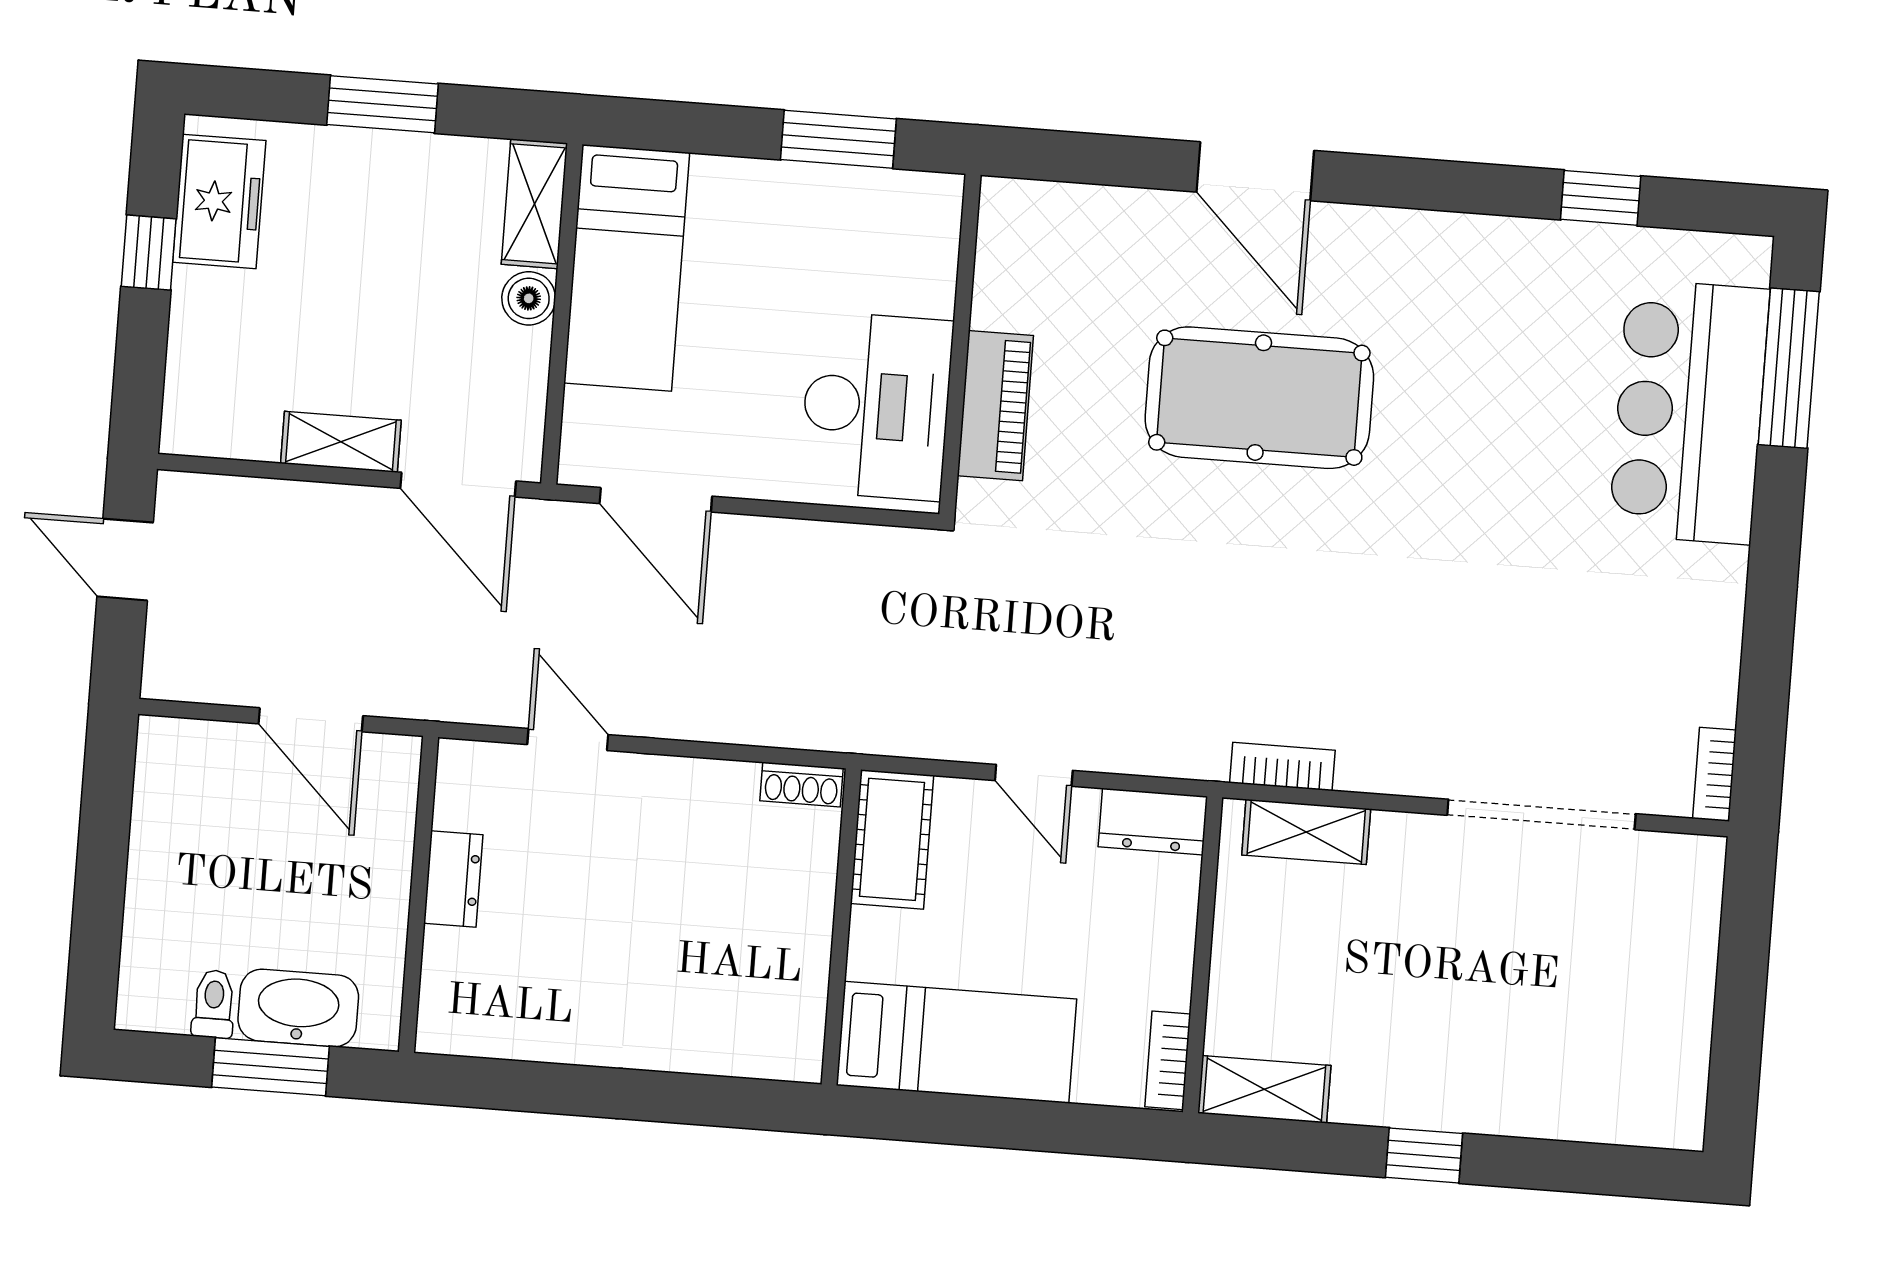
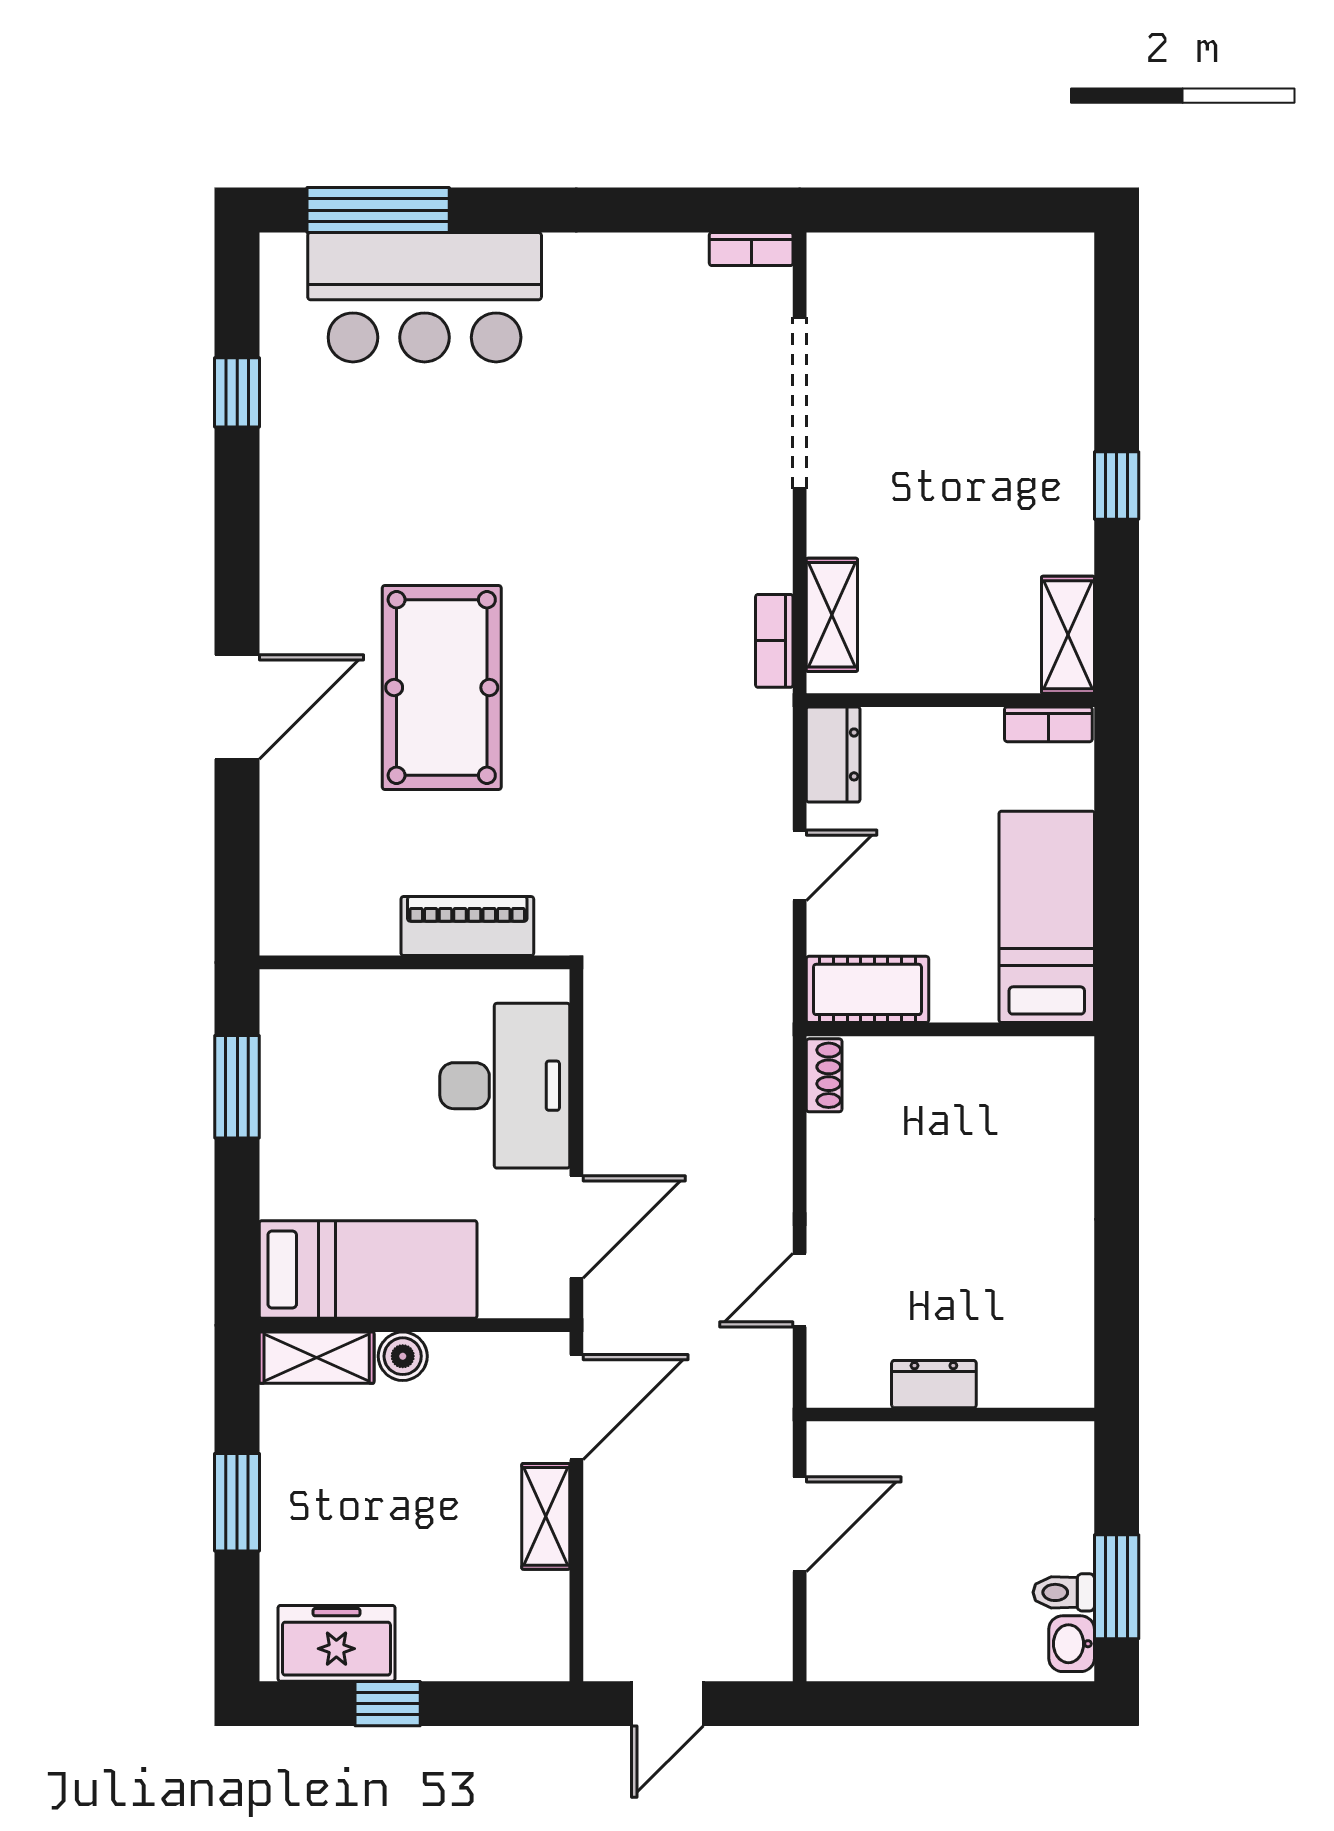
desk: (876, 406) -> (505, 1086), moved, turned 90
washbasin: (298, 1008) -> (1072, 1644), moved, width x0.52, depth x0.69
window: (270, 1067) -> (1117, 1587), moved

